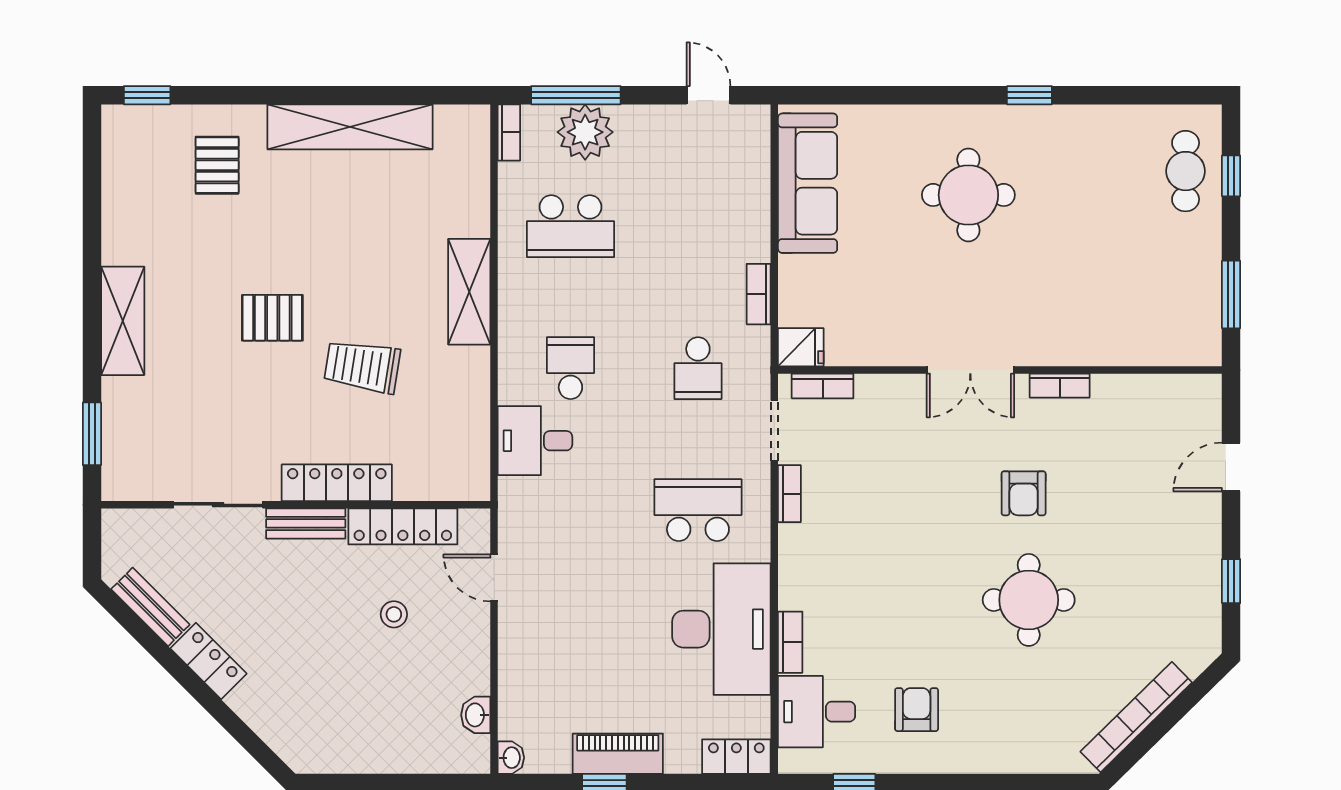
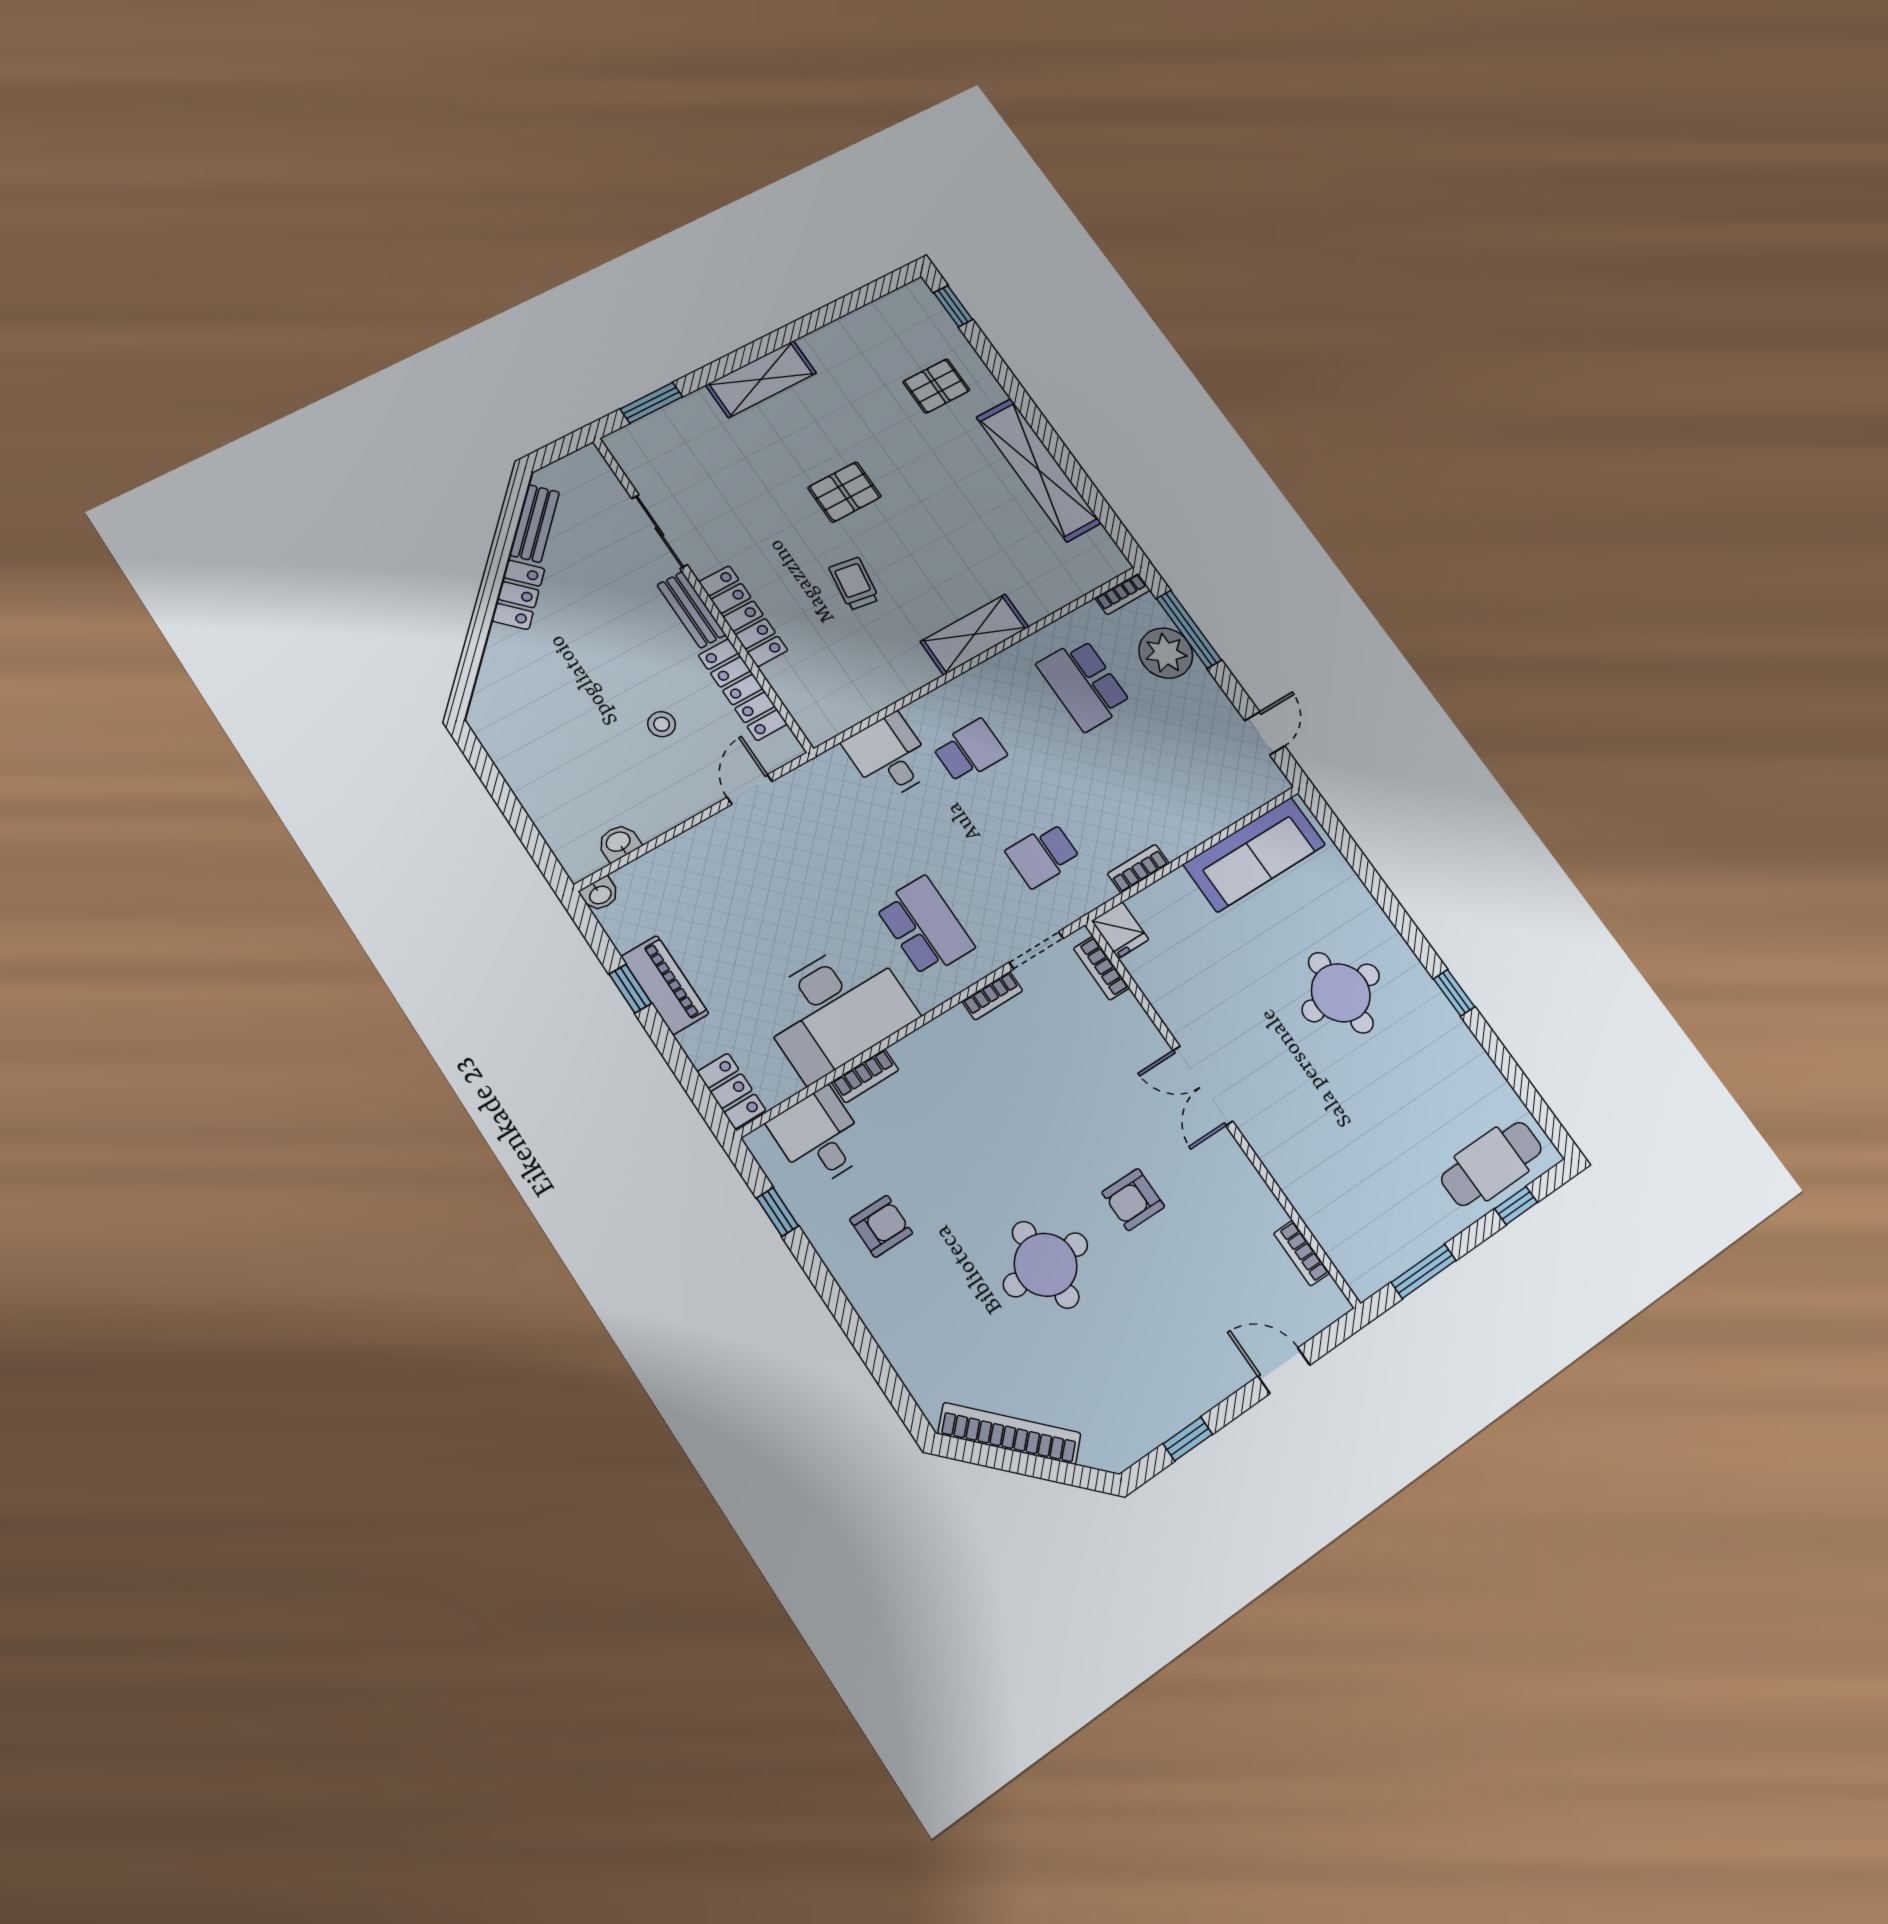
cafe table: (1186, 171) -> (1492, 1164), width x1.37, depth x1.35
pallet: (272, 318) -> (845, 492), turned 90
trolley: (362, 367) -> (854, 584), width x0.73, depth x0.72
bookcase: (1060, 386) -> (1302, 1253), moved

